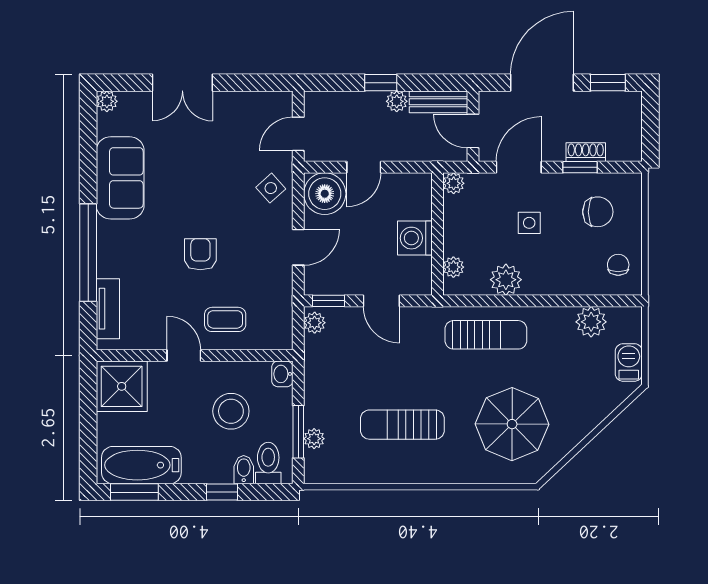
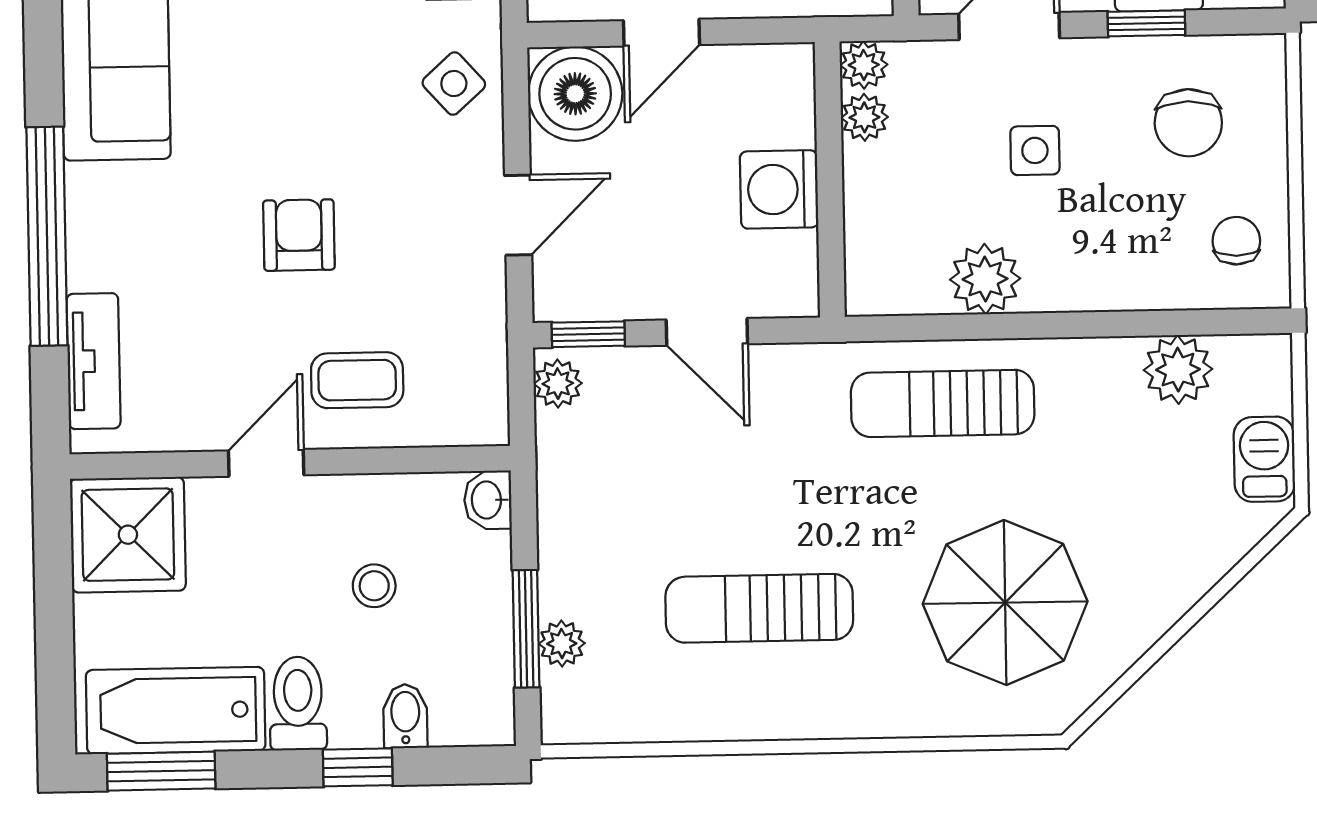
chair: (598, 212) -> (1188, 123), turned 90
plant: (453, 267) -> (864, 117), moved
sun lounger: (486, 335) -> (943, 403), turned 180
door: (184, 356) -> (266, 463), hinge flipped
stool: (231, 411) -> (374, 586), width x0.53, depth x0.53
toilet: (268, 463) -> (298, 703), moved

